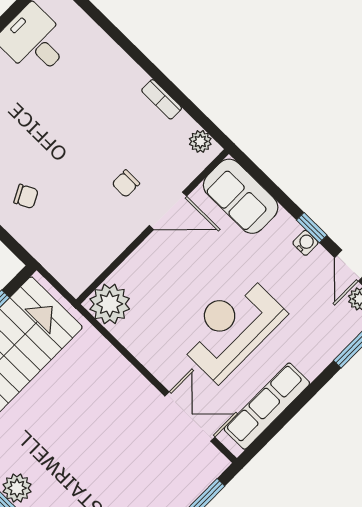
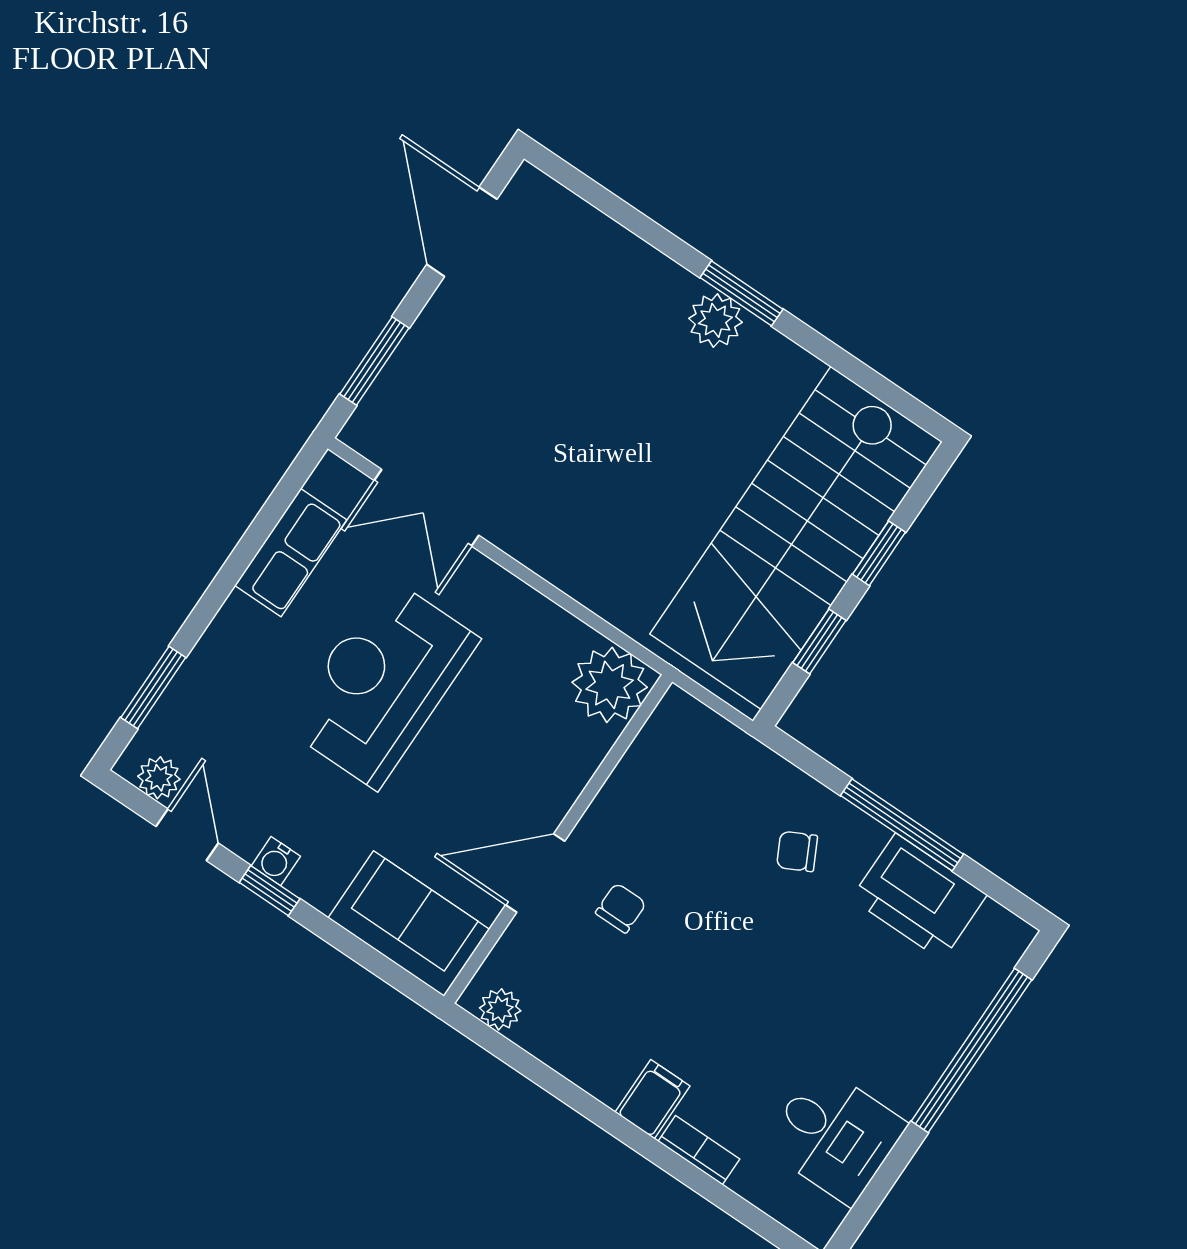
filing cabinet: (128, 78) -> (653, 1099), added
bookcase: (162, 99) -> (699, 1150), moved
reception desk: (231, 327) -> (382, 683), turned 180
row of seats: (267, 406) -> (291, 553), width x0.68

